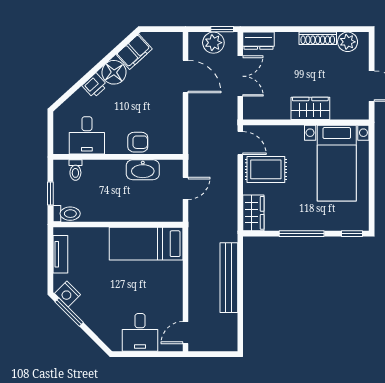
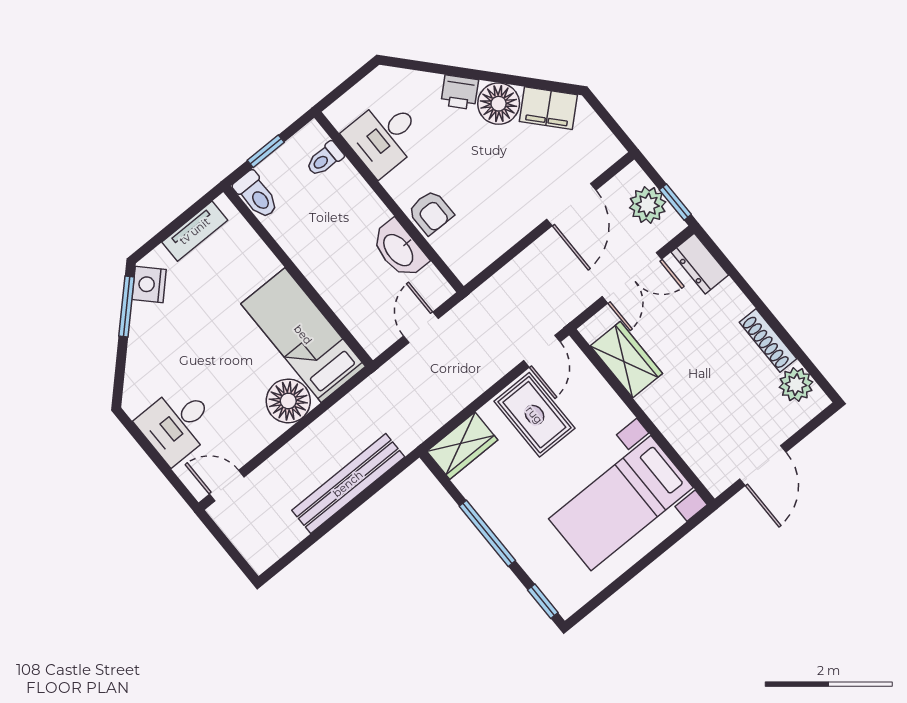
wardrobe: (310, 108) -> (626, 360), moved
door: (185, 188) -> (421, 327), swing flipped
floor lamp: (170, 274) -> (288, 401), added

